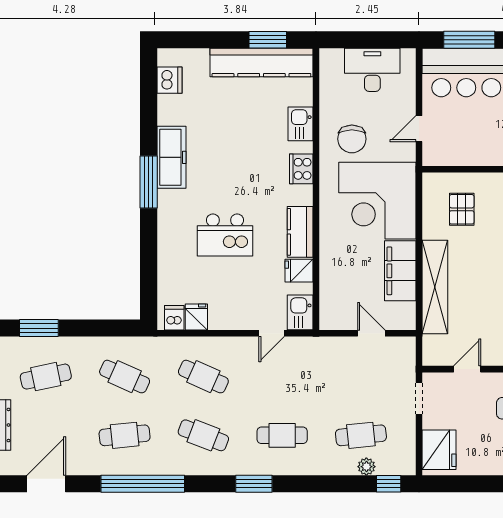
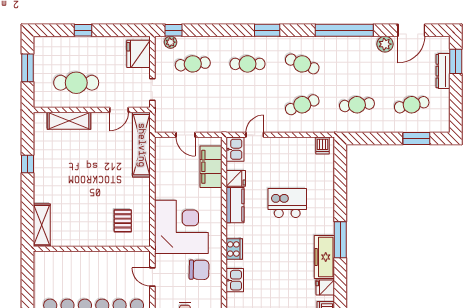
door: (419, 129) -> (152, 277), swing flipped
chair: (352, 139) -> (199, 270), turned 91
filing cabinet: (400, 271) -> (211, 167), moved, turned 180
shelving: (435, 287) -> (141, 145), moved
fridge: (196, 317) -> (325, 287), moved, turned 90
cafe table: (125, 377) -> (357, 105), turned -30
cafe table: (203, 377) -> (302, 105), turned -45
cafe table: (125, 435) -> (357, 64), removed
plant: (84, 464) -> (385, 44), added
plant: (366, 467) -> (171, 42), moved

